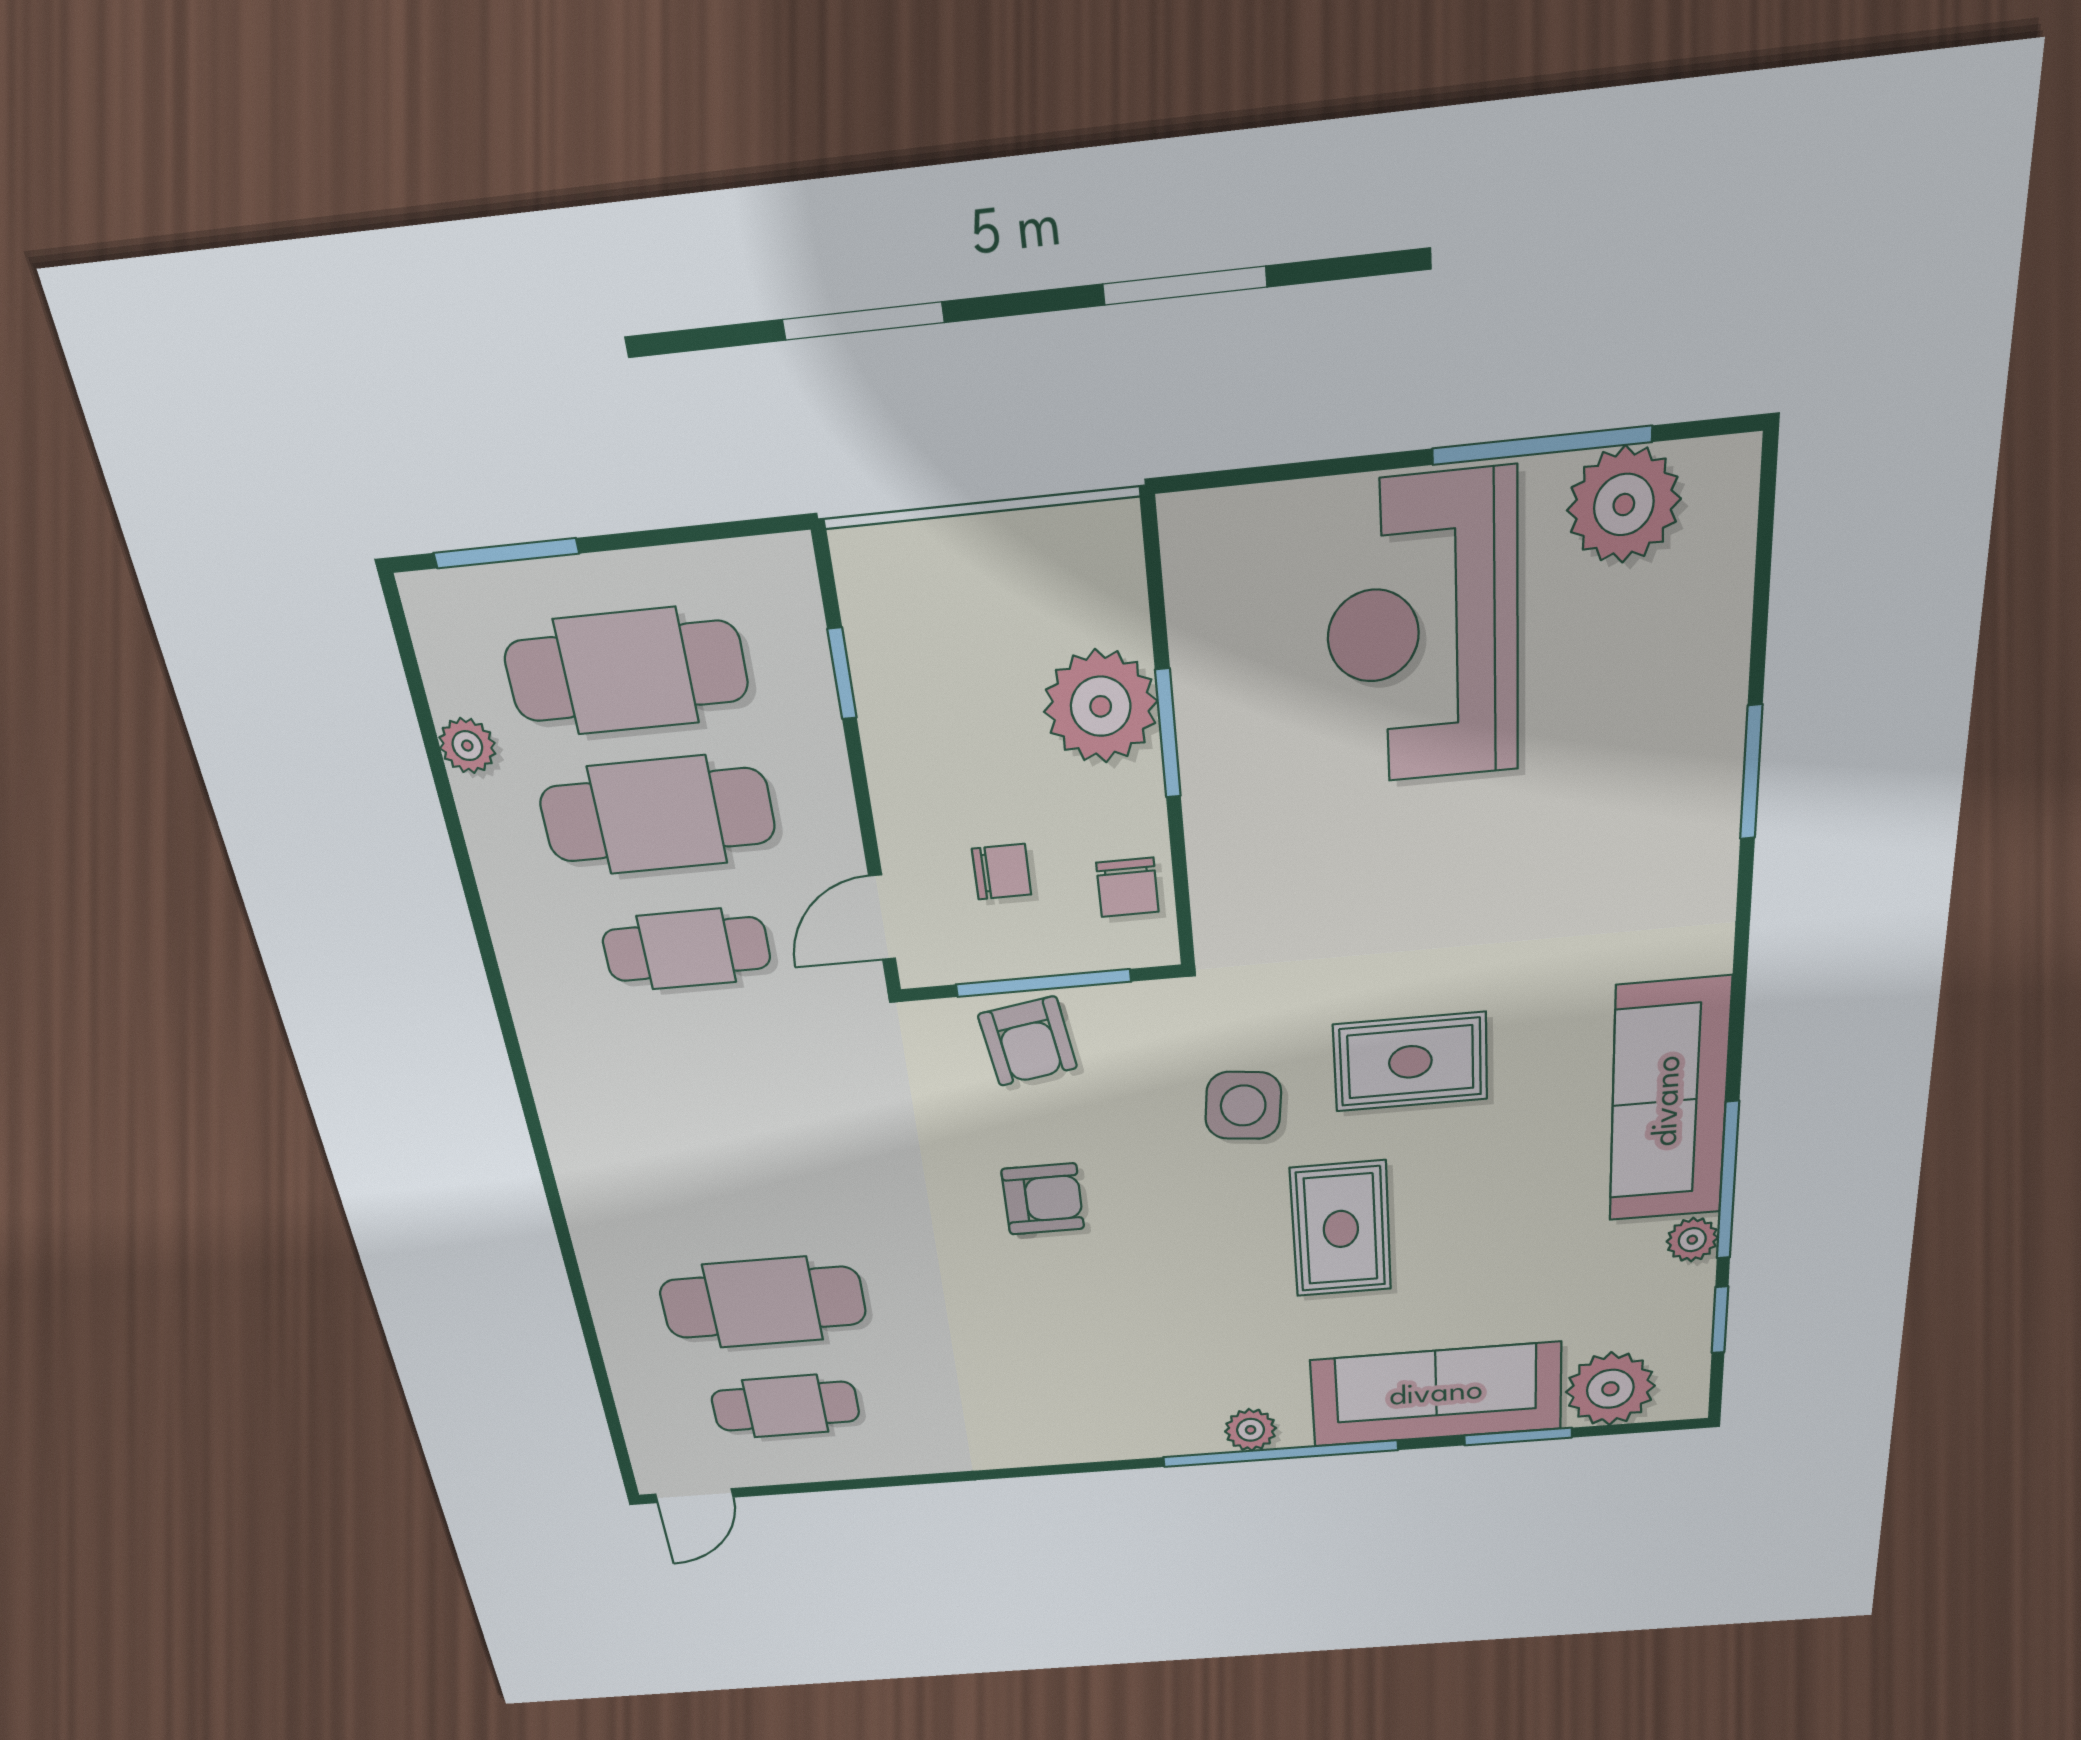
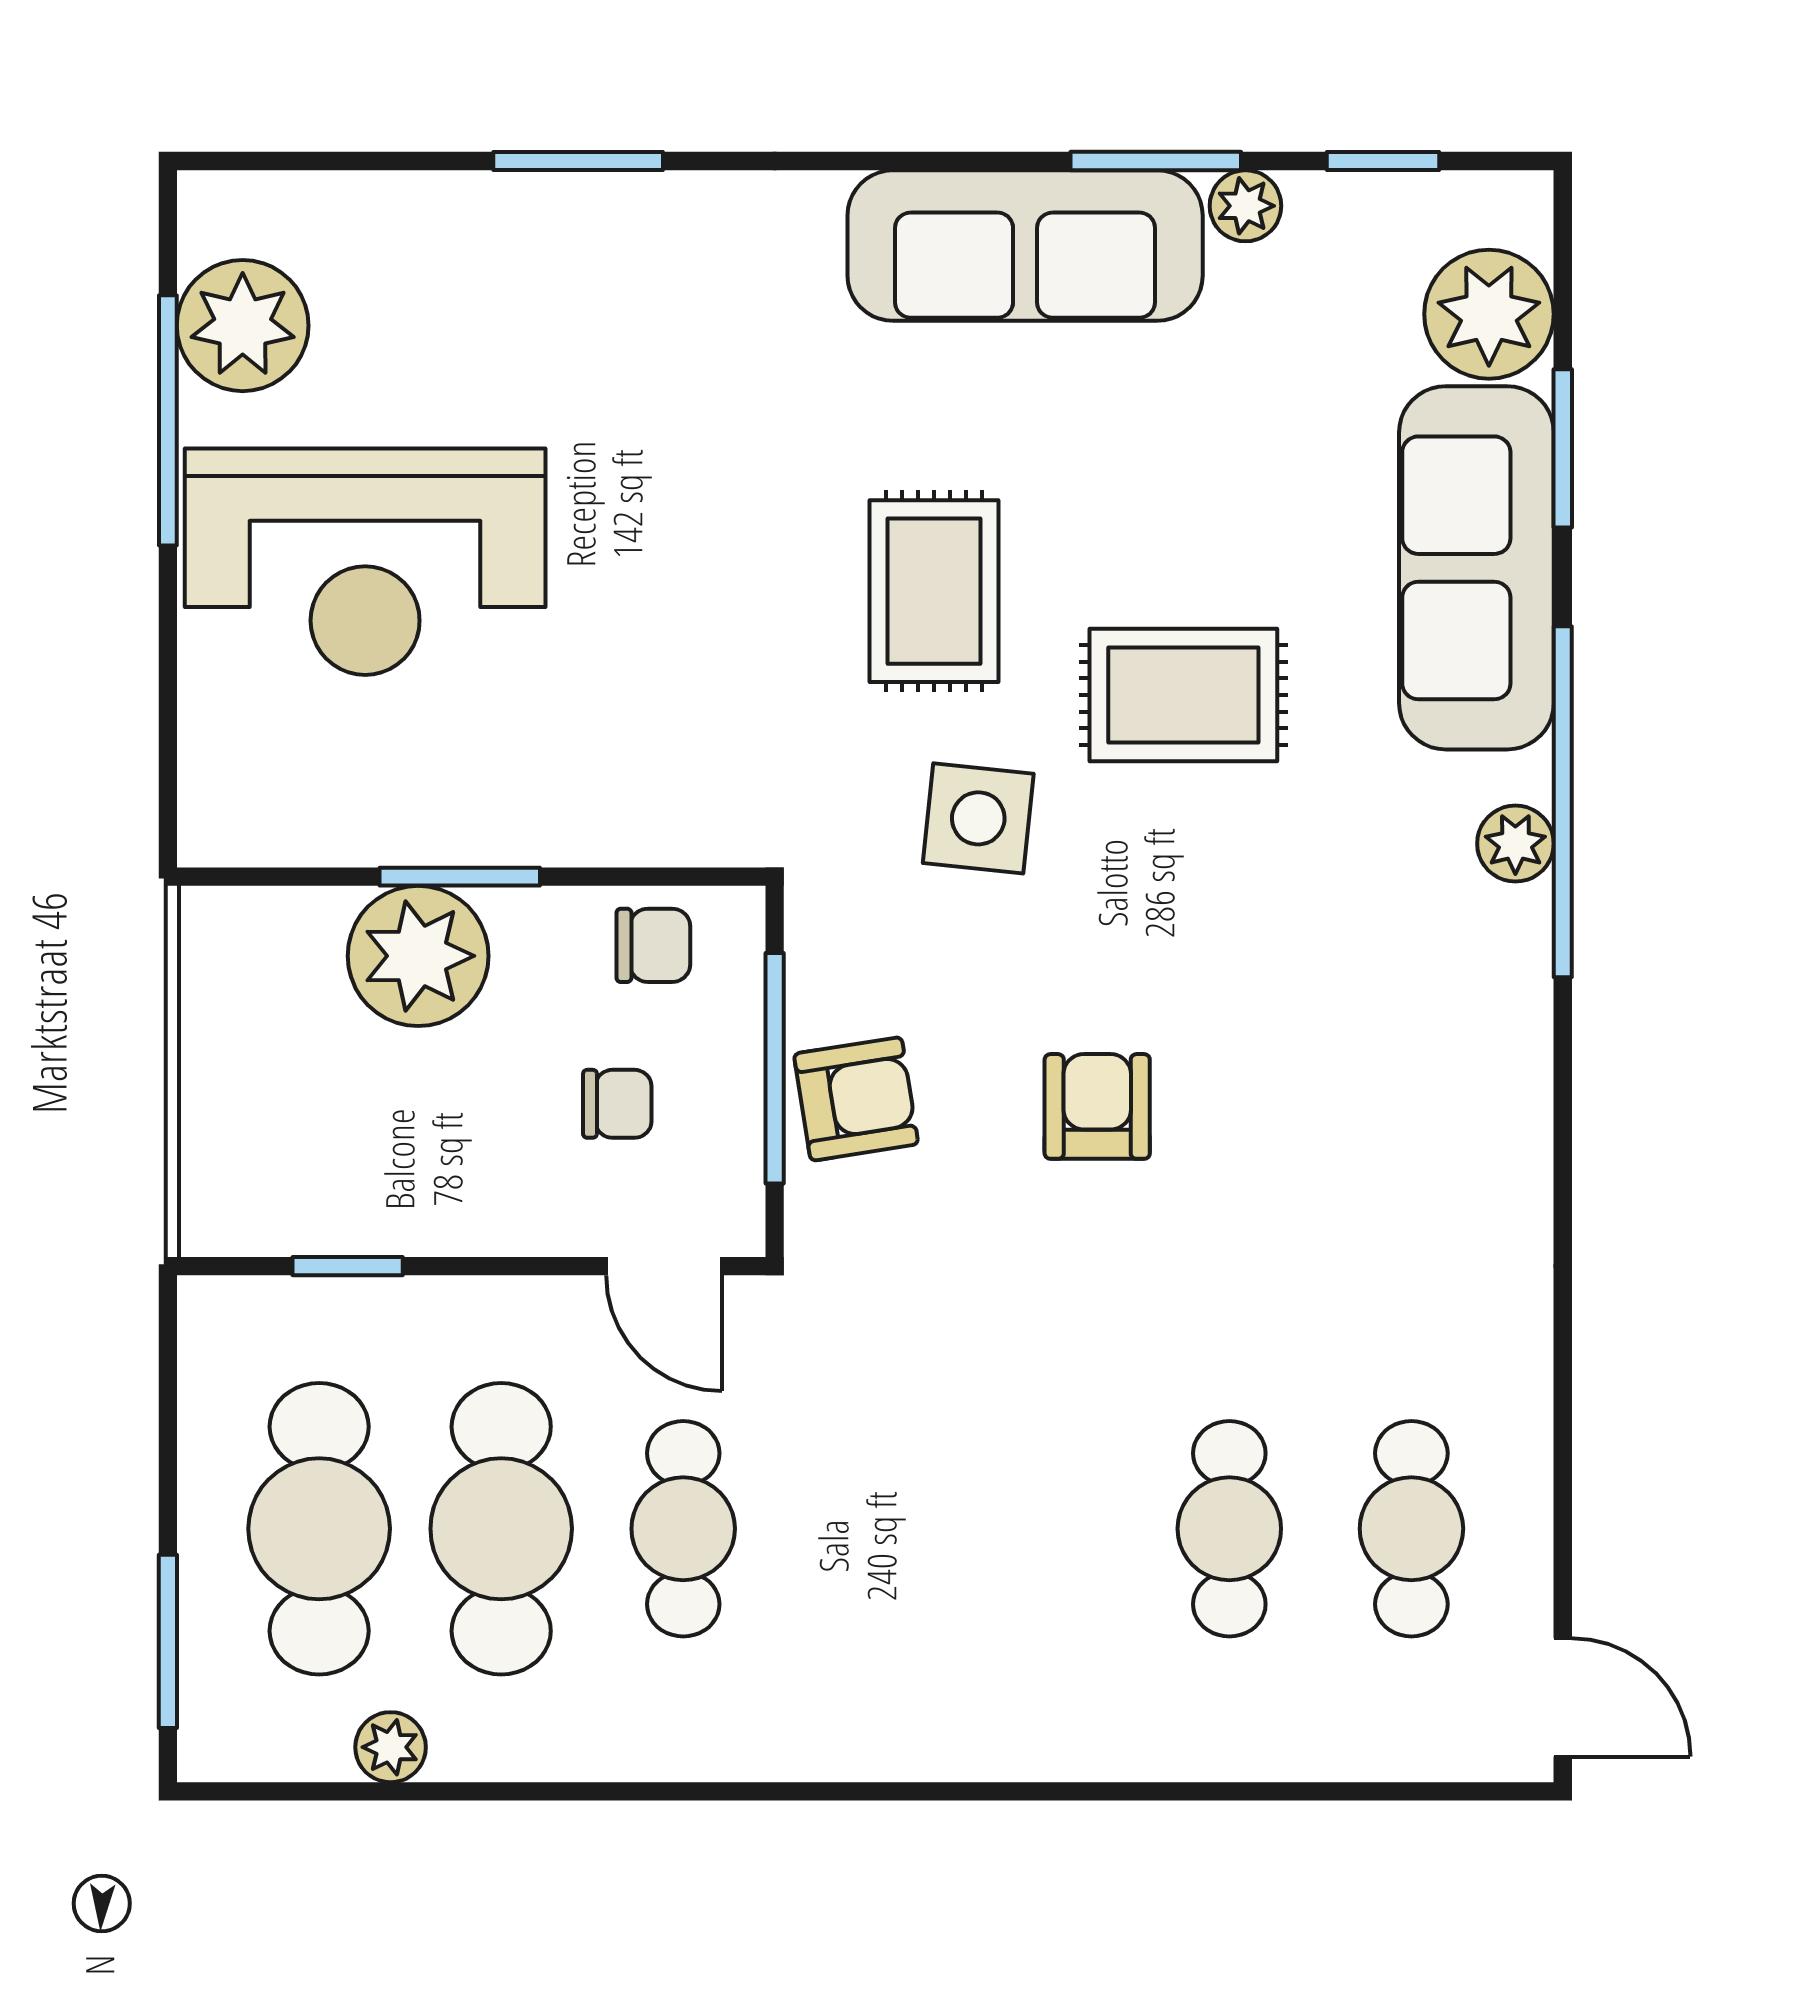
chair: (1002, 872) -> (617, 1104), turned 90
window: (1728, 1181) -> (1156, 161), width x0.69
cafe table: (763, 1302) -> (1229, 1529), width x0.73, depth x0.74

